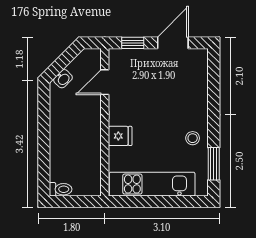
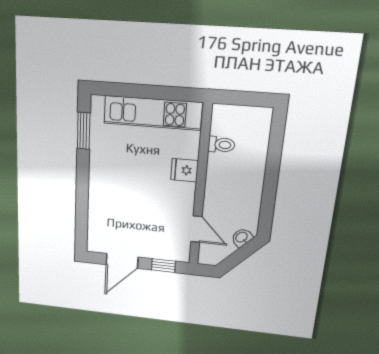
door: (105, 82) -> (196, 229), hinge flipped
stool: (193, 138) -> (105, 161), removed
toilet: (61, 189) -> (221, 145), moved, turned 180

